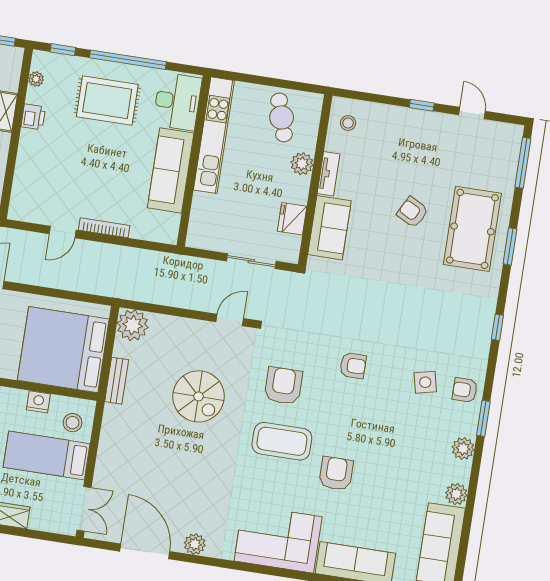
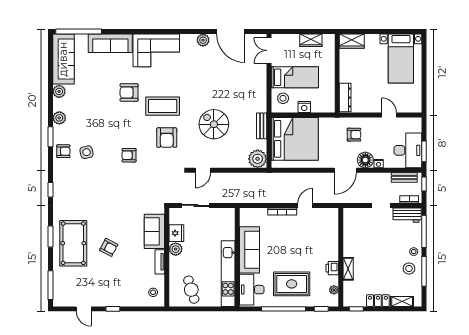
plant: (302, 164) -> (176, 249), moved
armchair: (336, 474) -> (129, 93), turned 90

